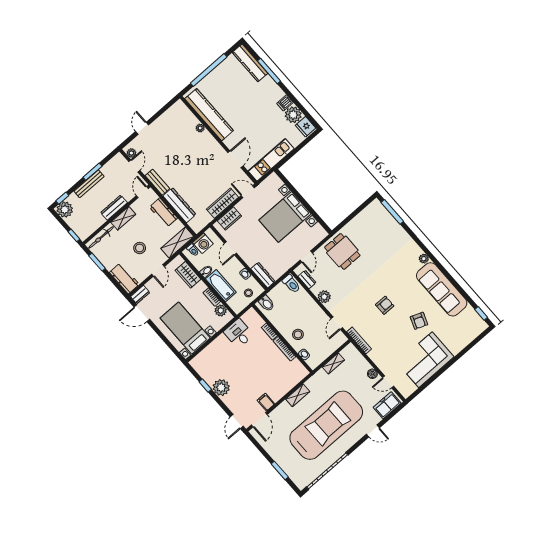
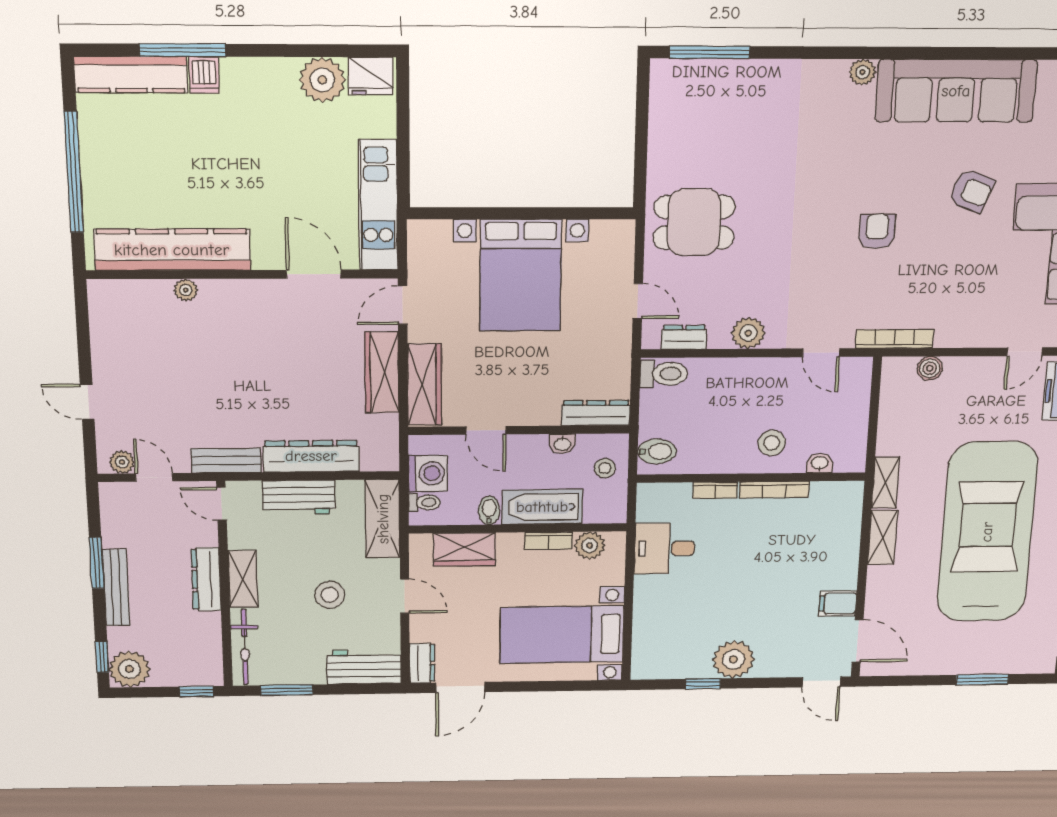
dishwasher: (285, 103) -> (204, 75), moved
wardrobe: (229, 218) -> (425, 384), width x1.50
shelving: (333, 363) -> (885, 483), moved
boiler: (372, 374) -> (930, 368), moved

